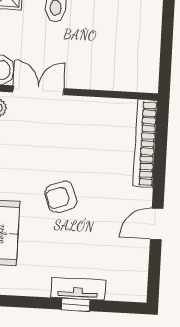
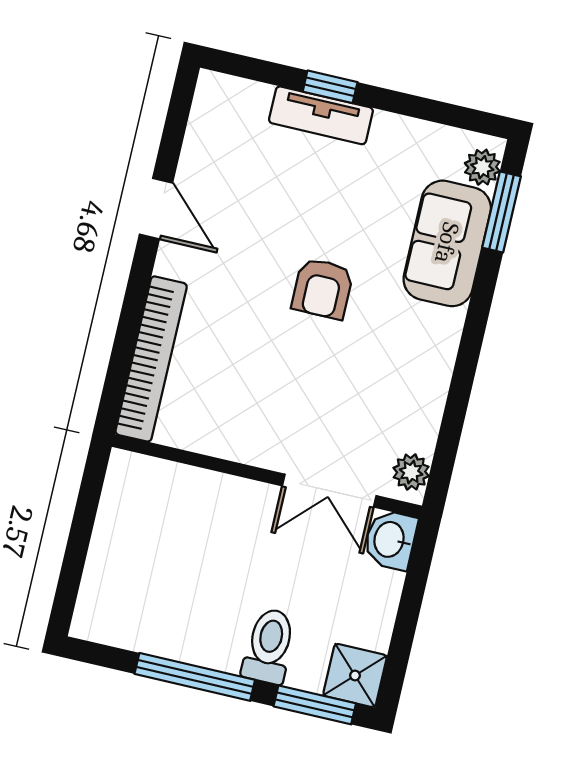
armchair: (61, 197) -> (323, 289), turned 109
door: (157, 224) -> (156, 209), hinge flipped

